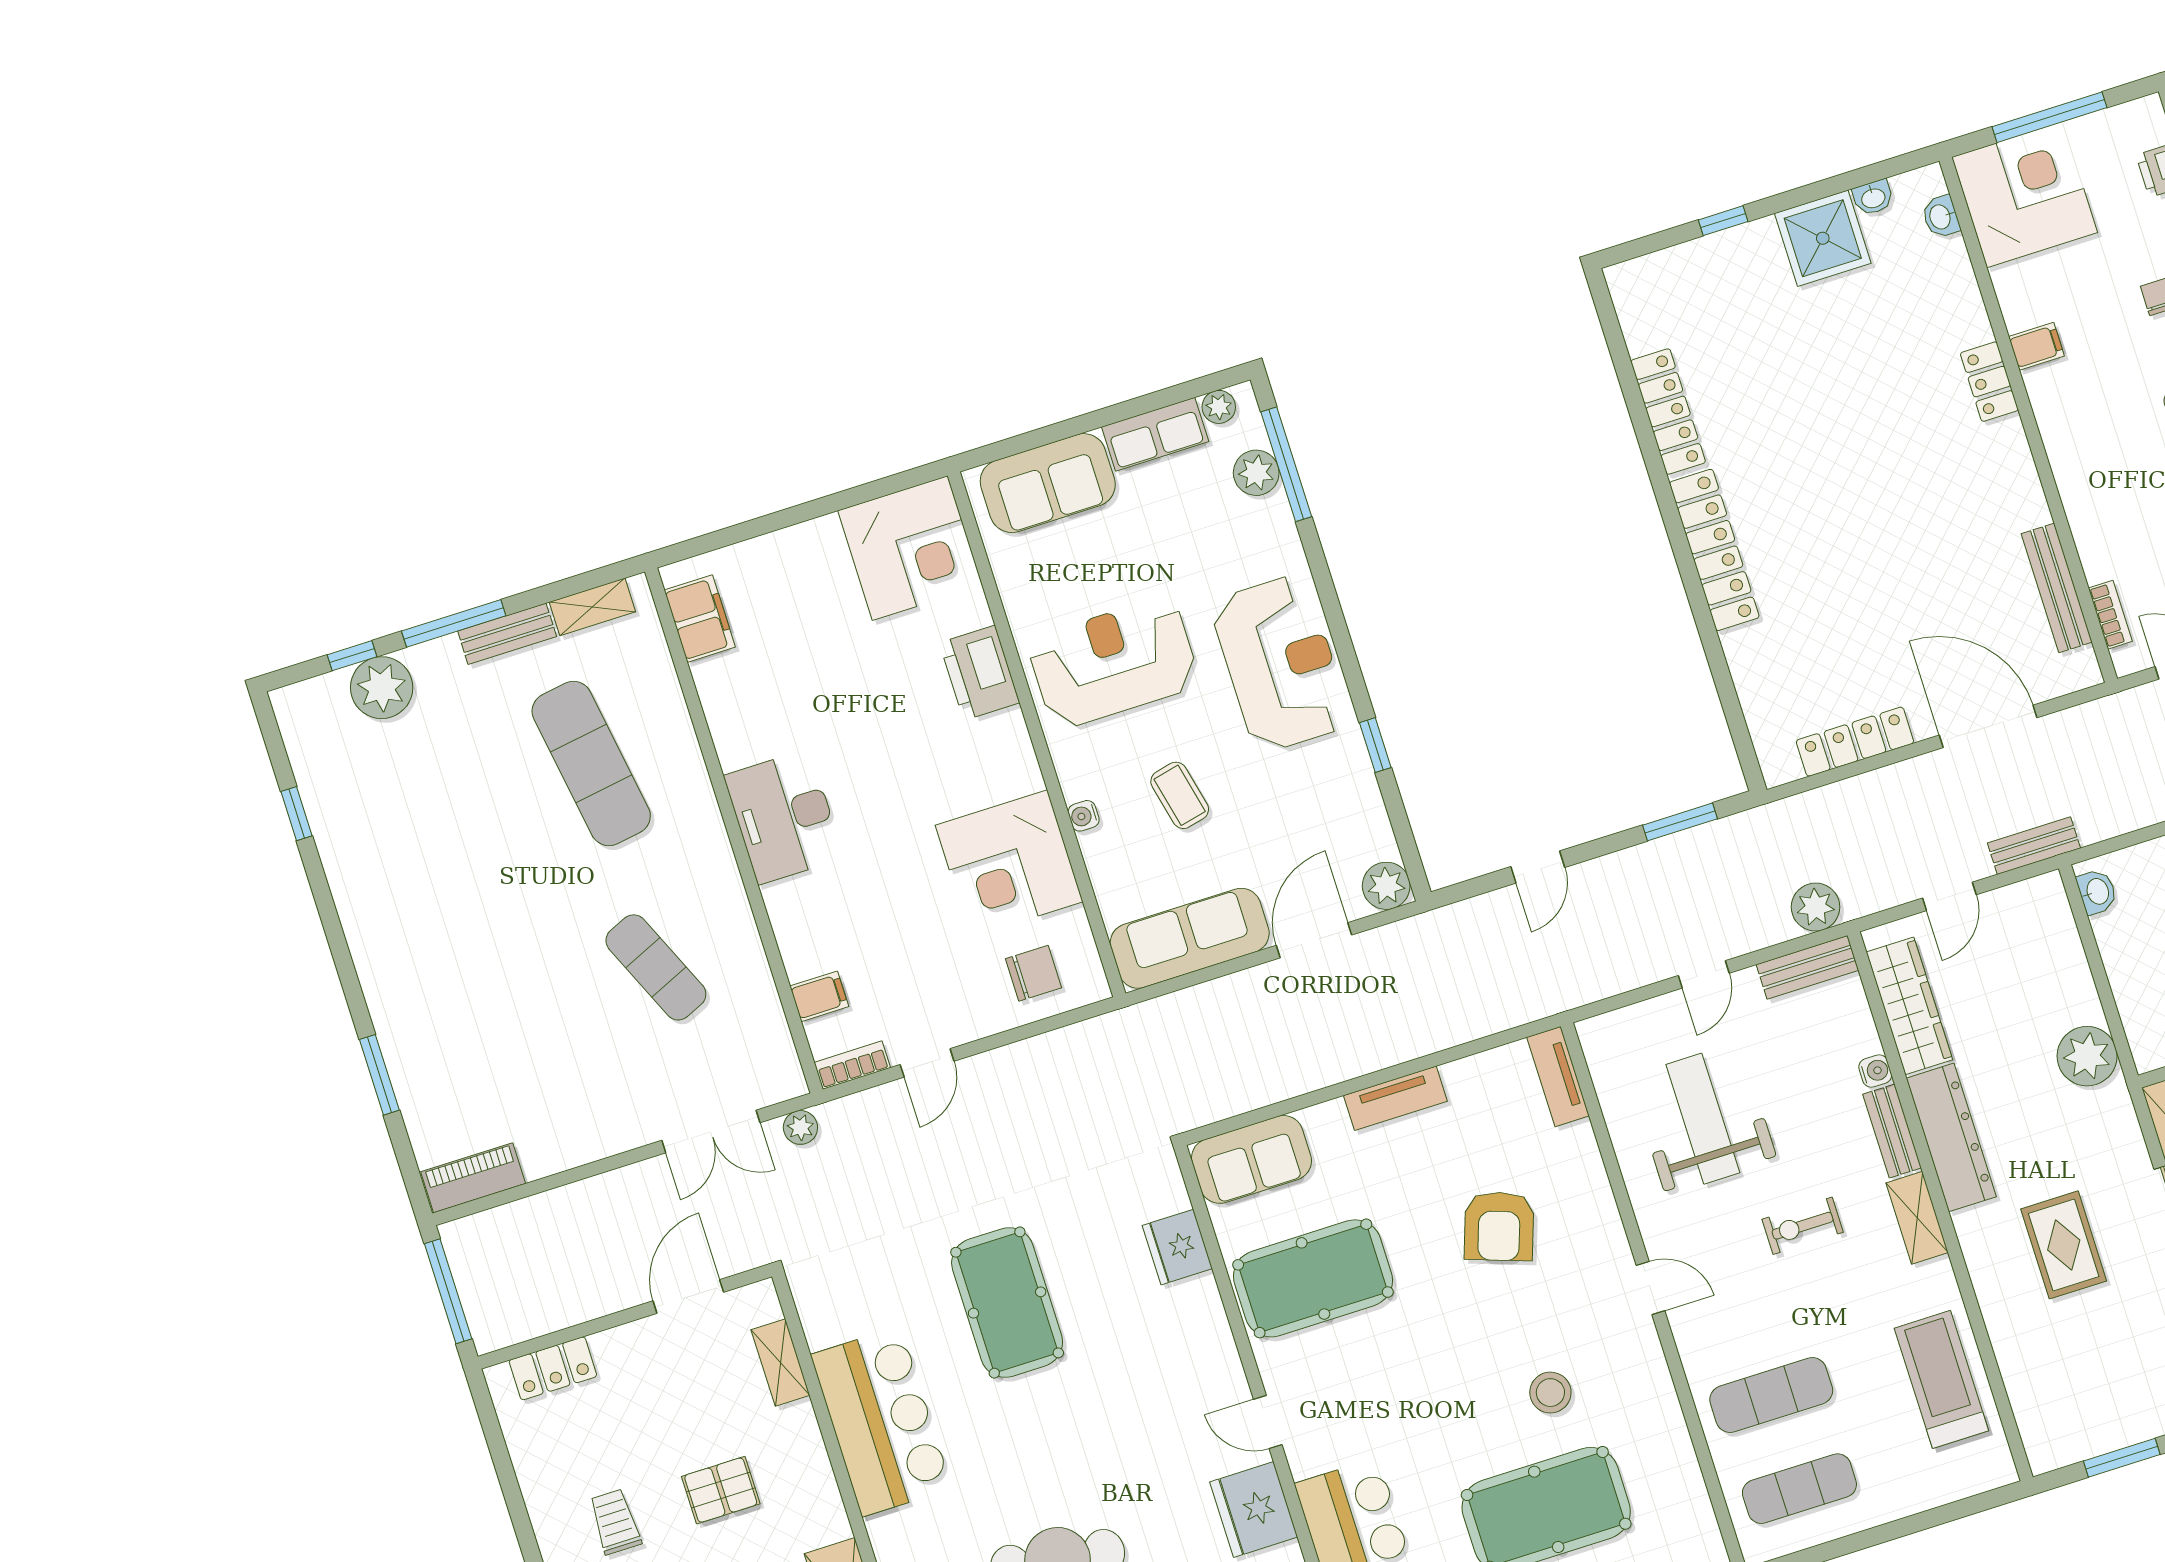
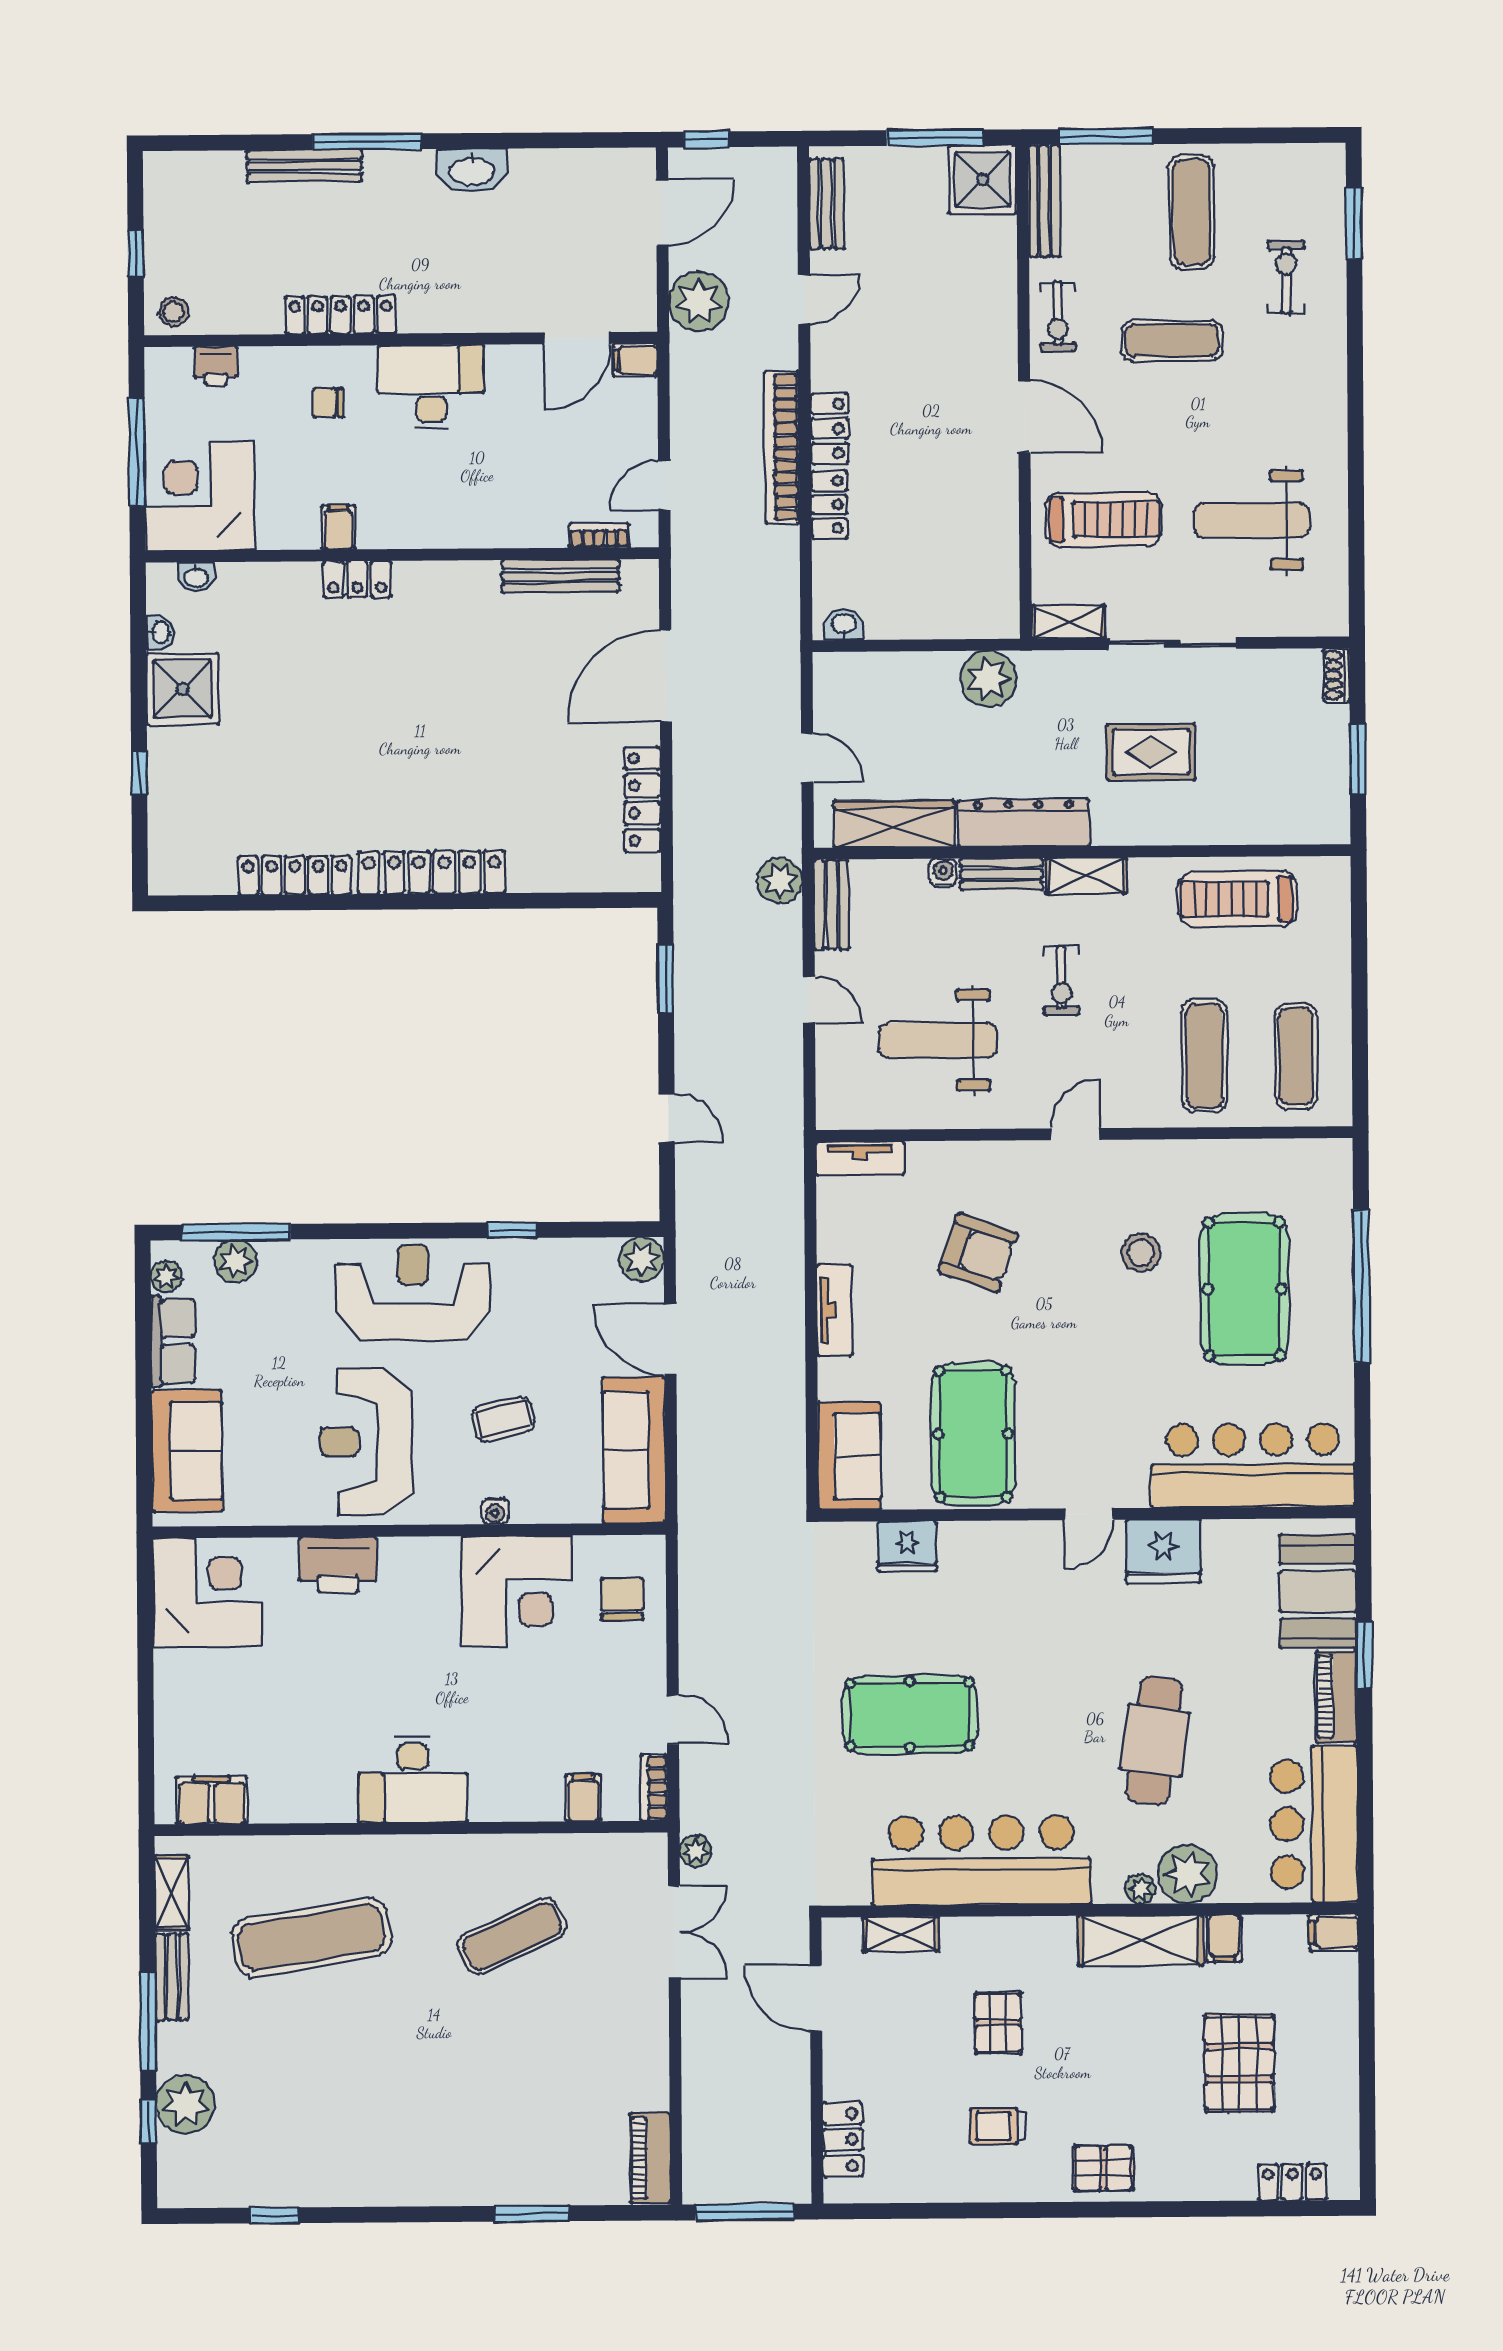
bench: (2034, 846) -> (785, 668), removed
bar counter: (881, 1422) -> (981, 1860), width x1.36

